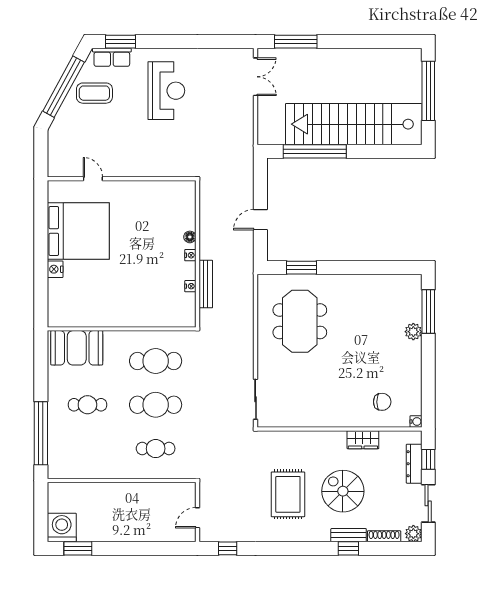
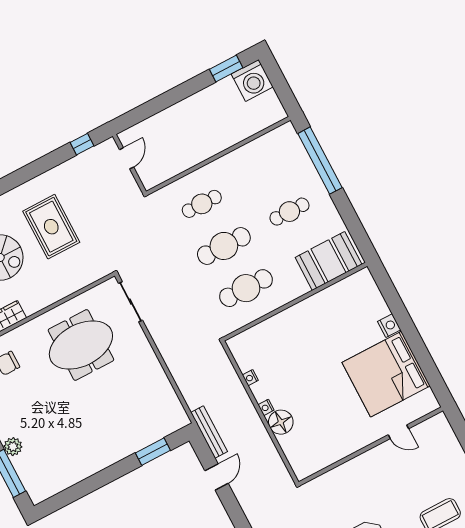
floor lamp: (190, 237) -> (281, 422), width x1.89, depth x1.89
bench: (206, 284) -> (209, 432), moved
meeting table: (300, 321) -> (81, 345), moved, turned 90

